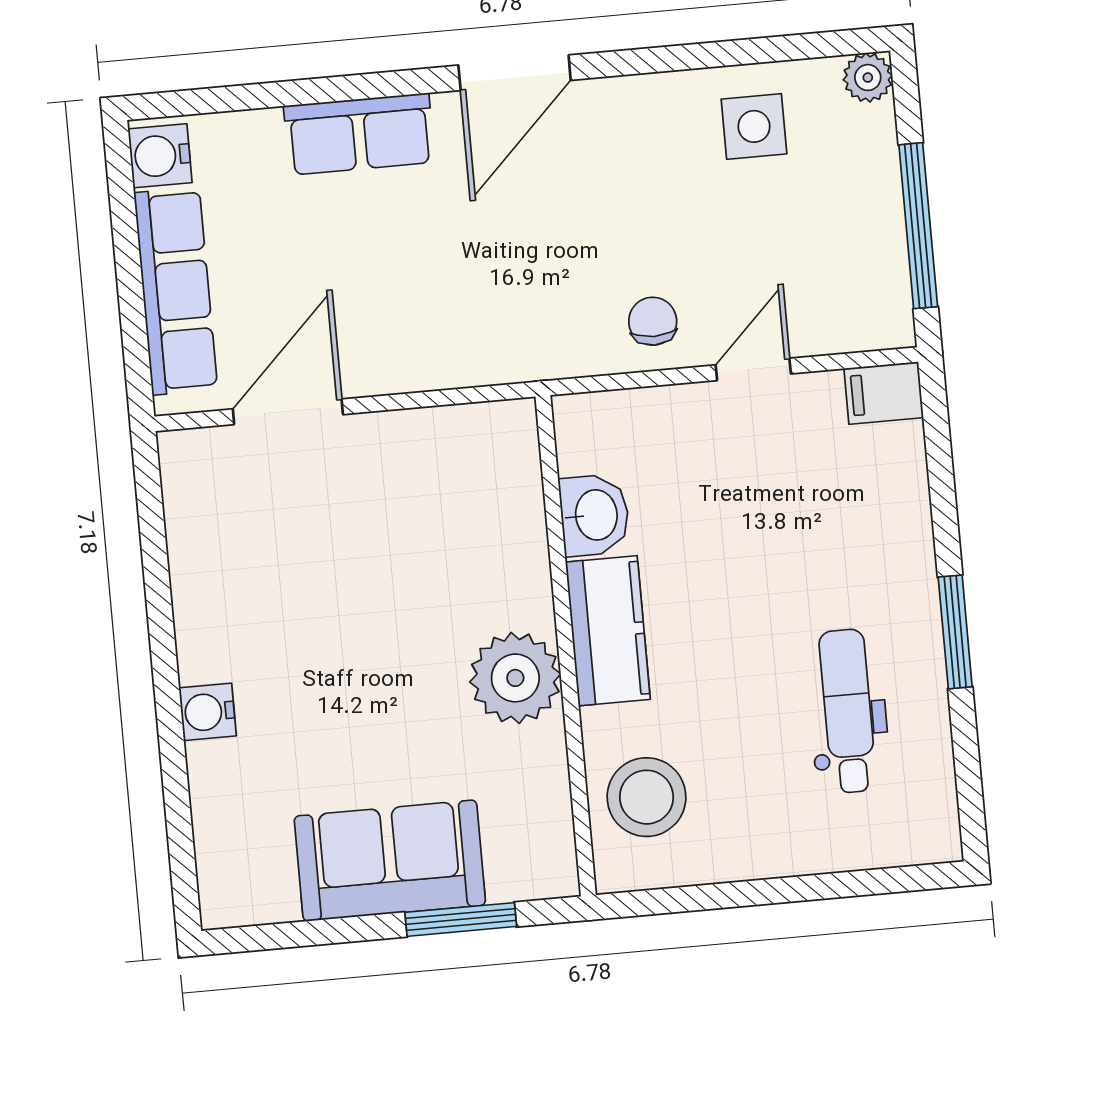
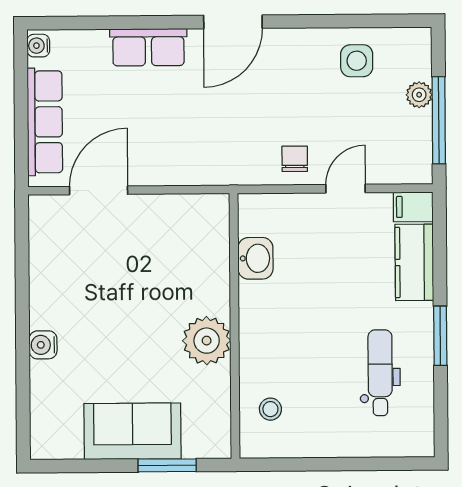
plant: (868, 78) -> (419, 95), moved
water cooler: (160, 156) -> (38, 46), width x0.72, depth x0.72
kitchen counter: (608, 631) -> (414, 262), moved, turned 180
stool: (647, 797) -> (270, 409), width x0.53, depth x0.53

